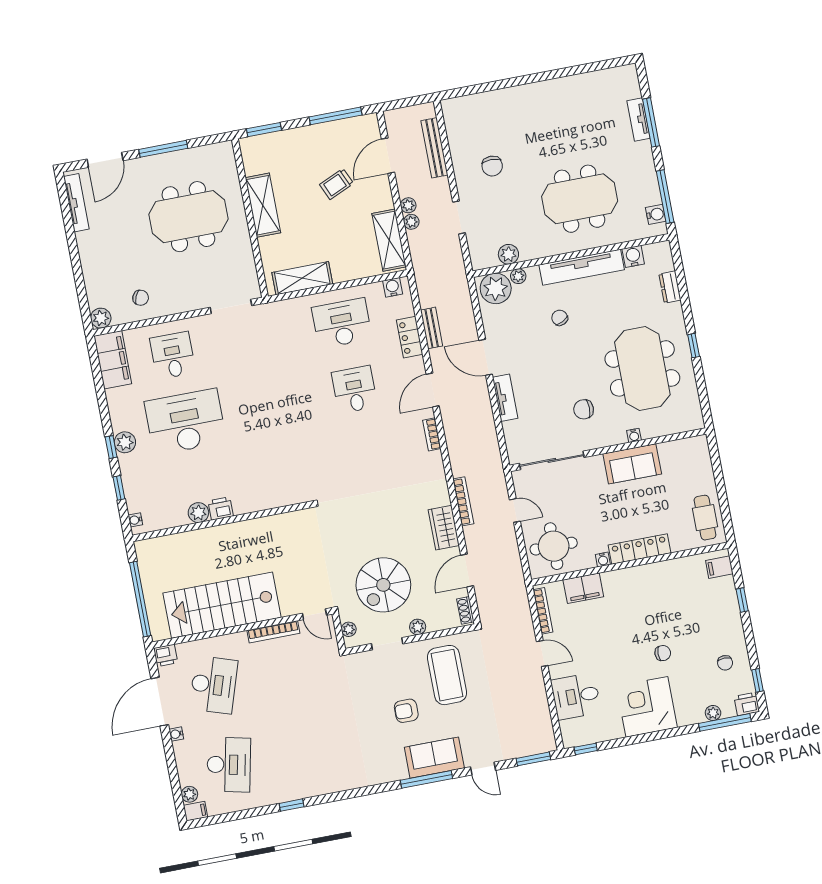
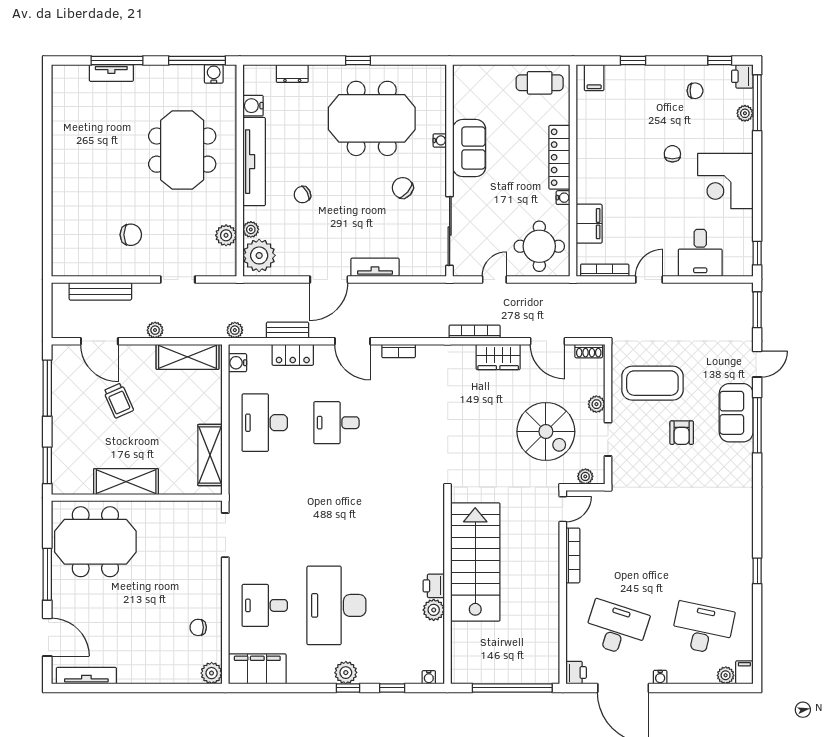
meeting table: (188, 217) -> (95, 542), moved, turned 90
plant: (411, 222) -> (235, 330), moved
chair: (141, 298) -> (198, 627), turned -114
chair: (584, 409) -> (403, 188), turned 131
stairs: (222, 605) -> (475, 562), moved, turned 180

